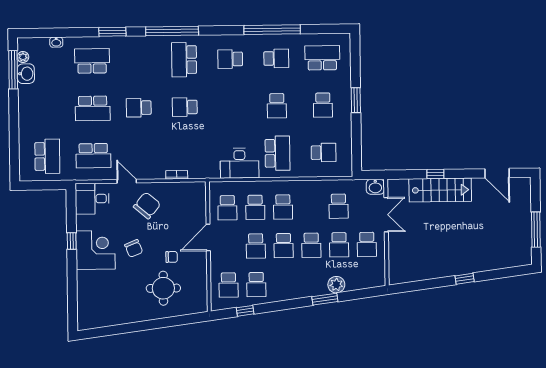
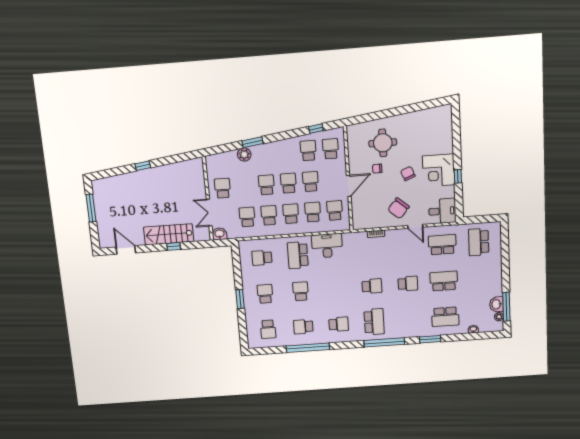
school desk: (322, 58) -> (268, 329), width x0.54
school desk: (339, 245) -> (269, 215), moved

